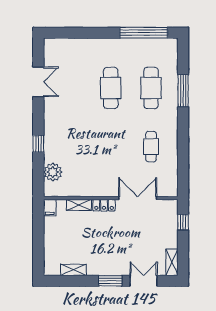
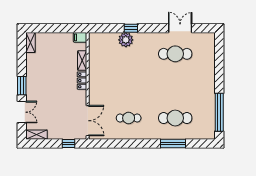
double door: (38, 82) -> (180, 28), swing flipped
cafe table: (111, 88) -> (175, 54), moved
plant: (53, 172) -> (126, 40), moved
double door: (138, 198) -> (88, 121), moved
shelving: (73, 270) -> (30, 43), moved

